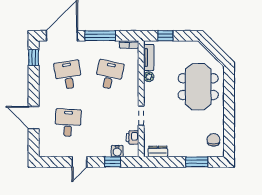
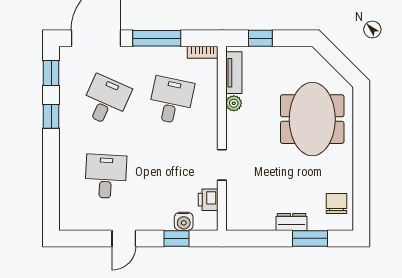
desk: (68, 75) -> (106, 100), turned 33
window: (34, 85) -> (51, 116), added
door: (34, 118) -> (51, 168), removed
dresser: (158, 151) -> (292, 222), moved

